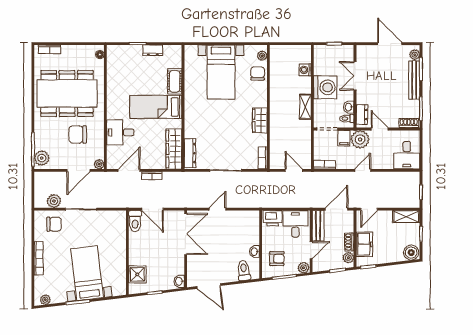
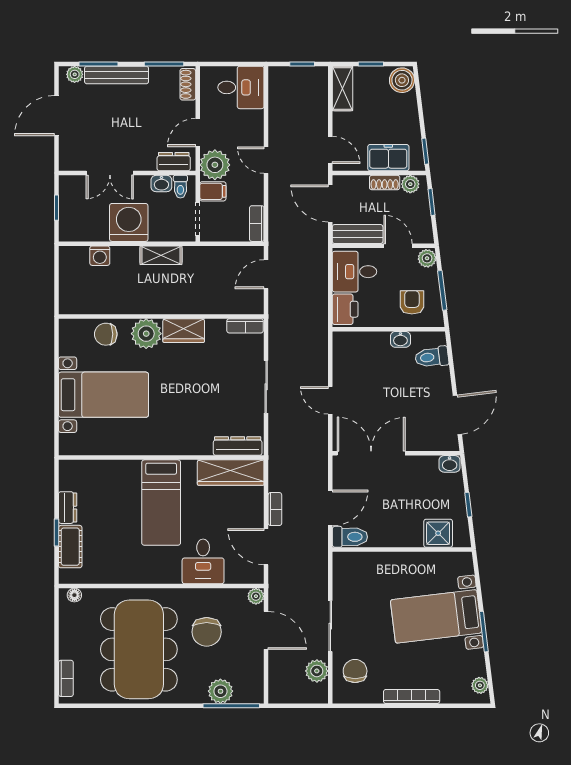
plant: (262, 56) -> (146, 334), moved, width x1.87, depth x1.87
cot: (175, 81) -> (70, 547), moved, turned 90
plant: (42, 158) -> (220, 691), moved

